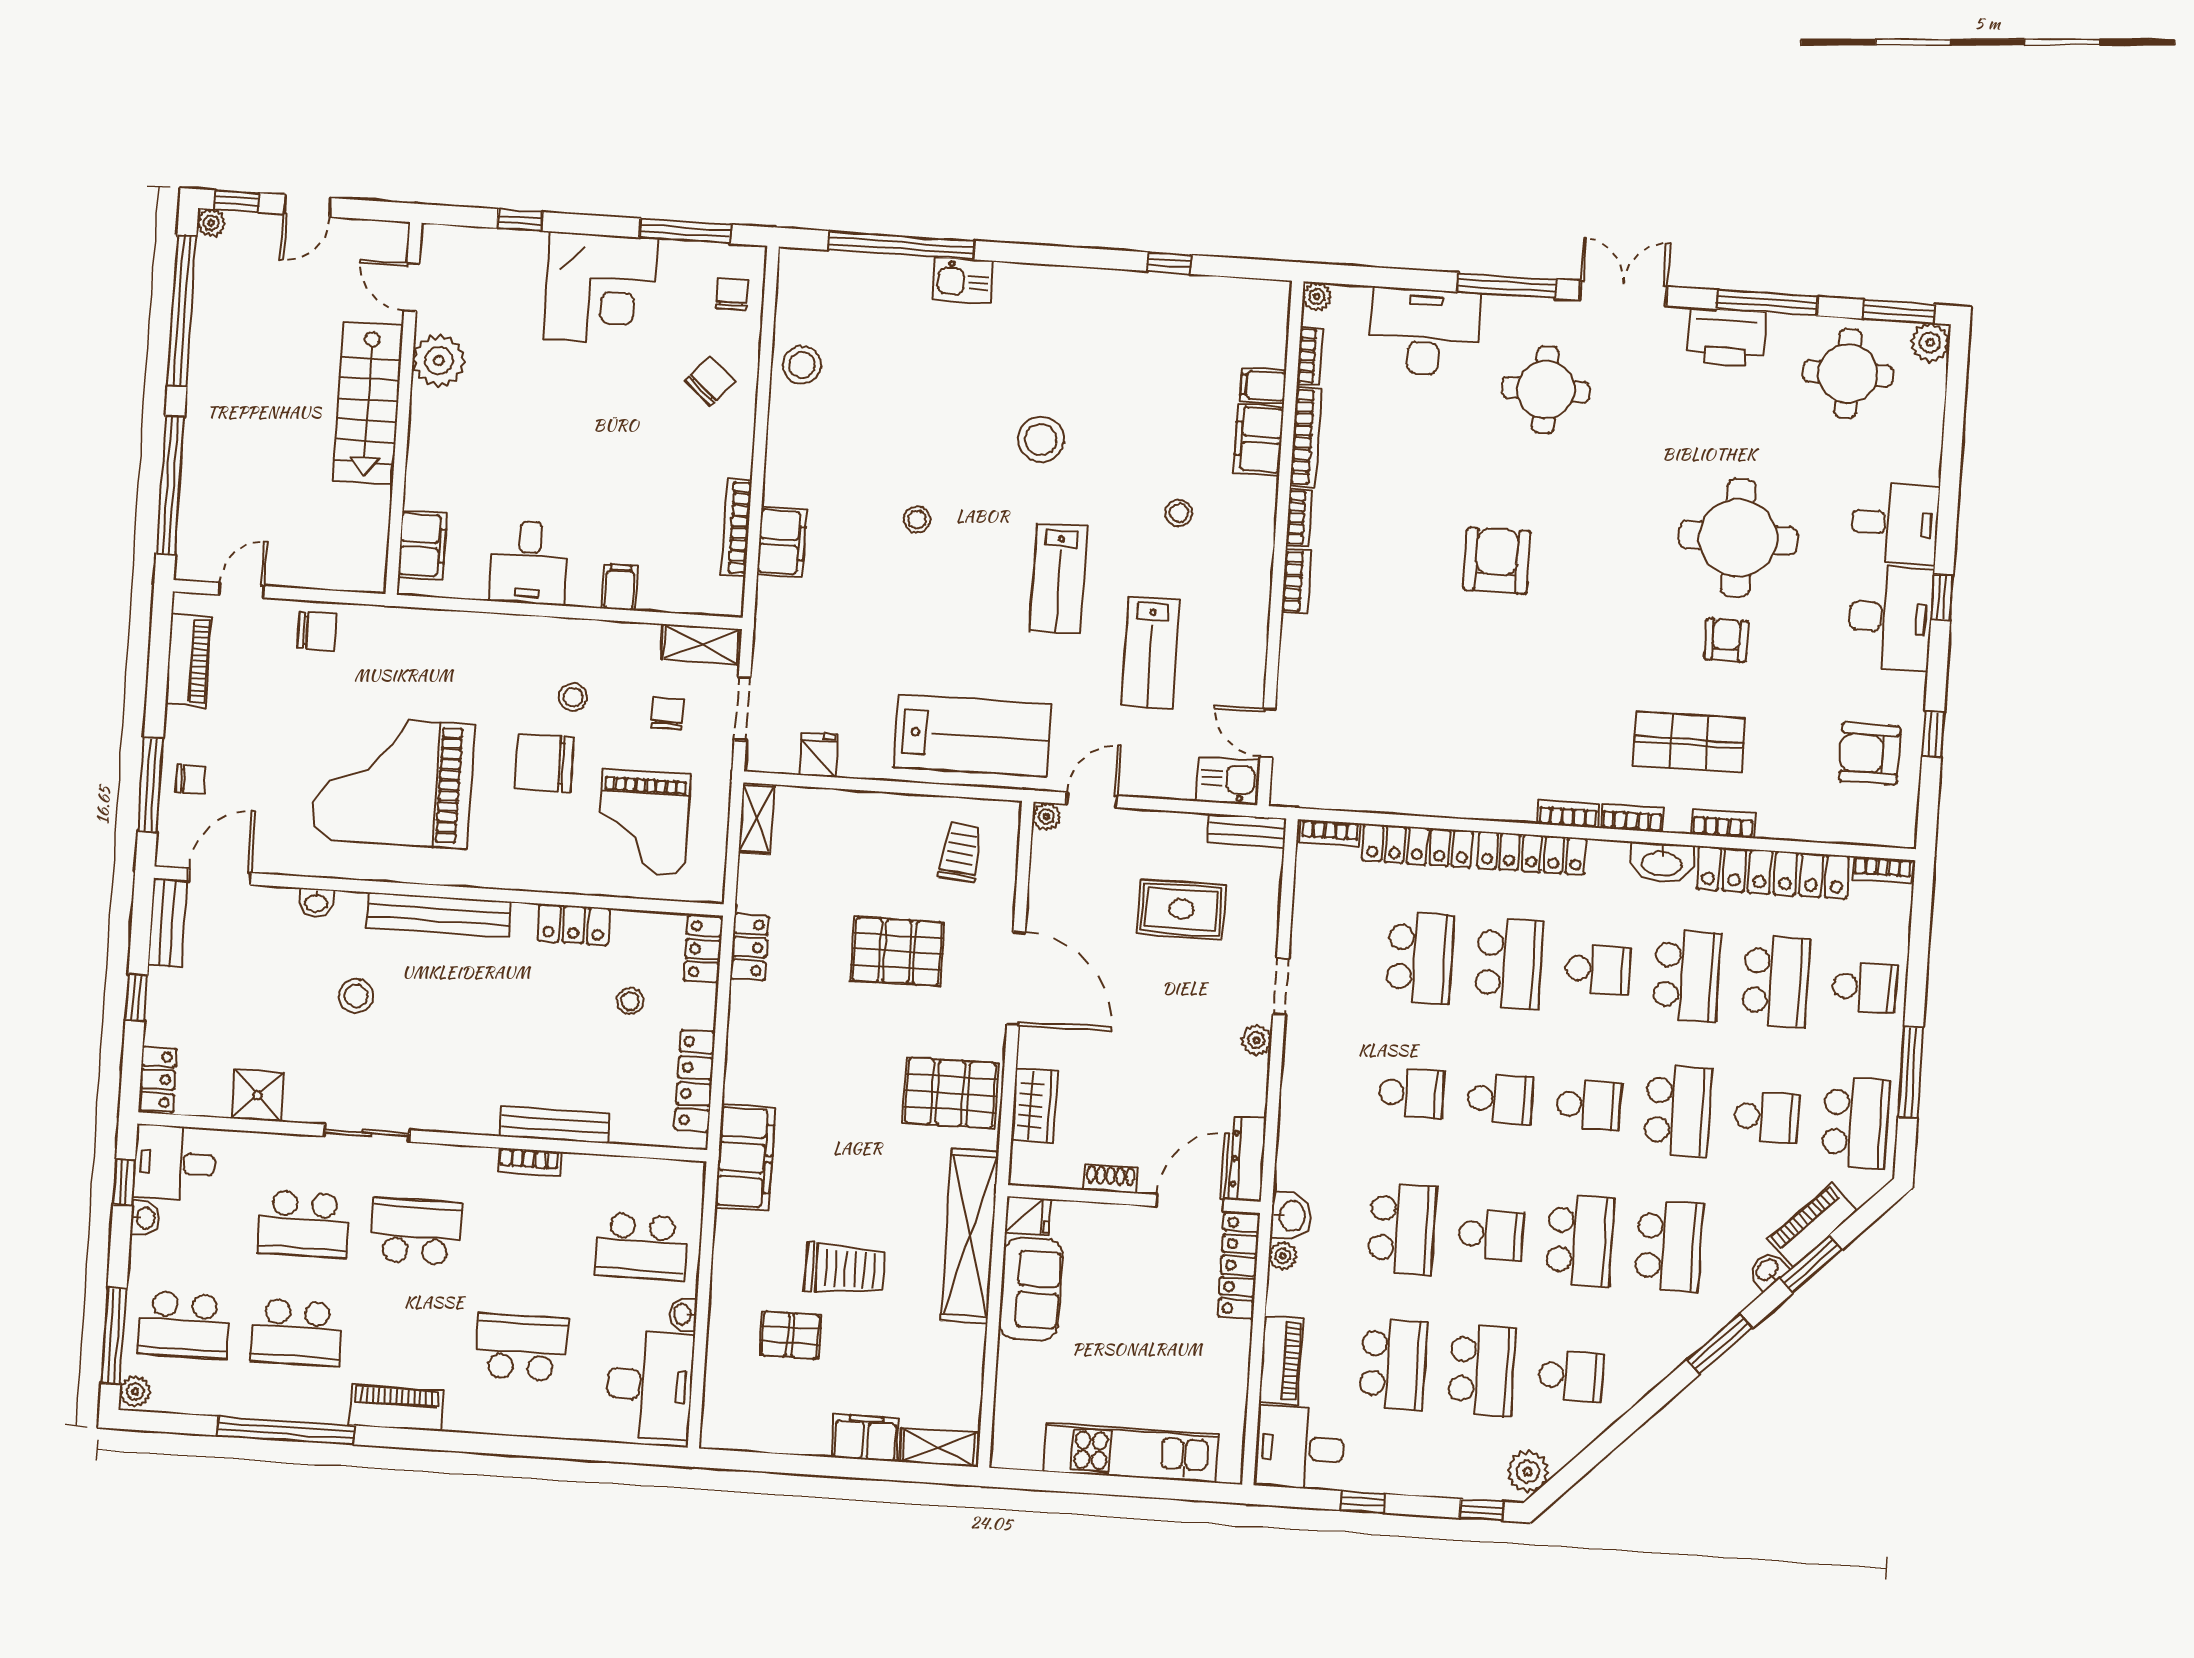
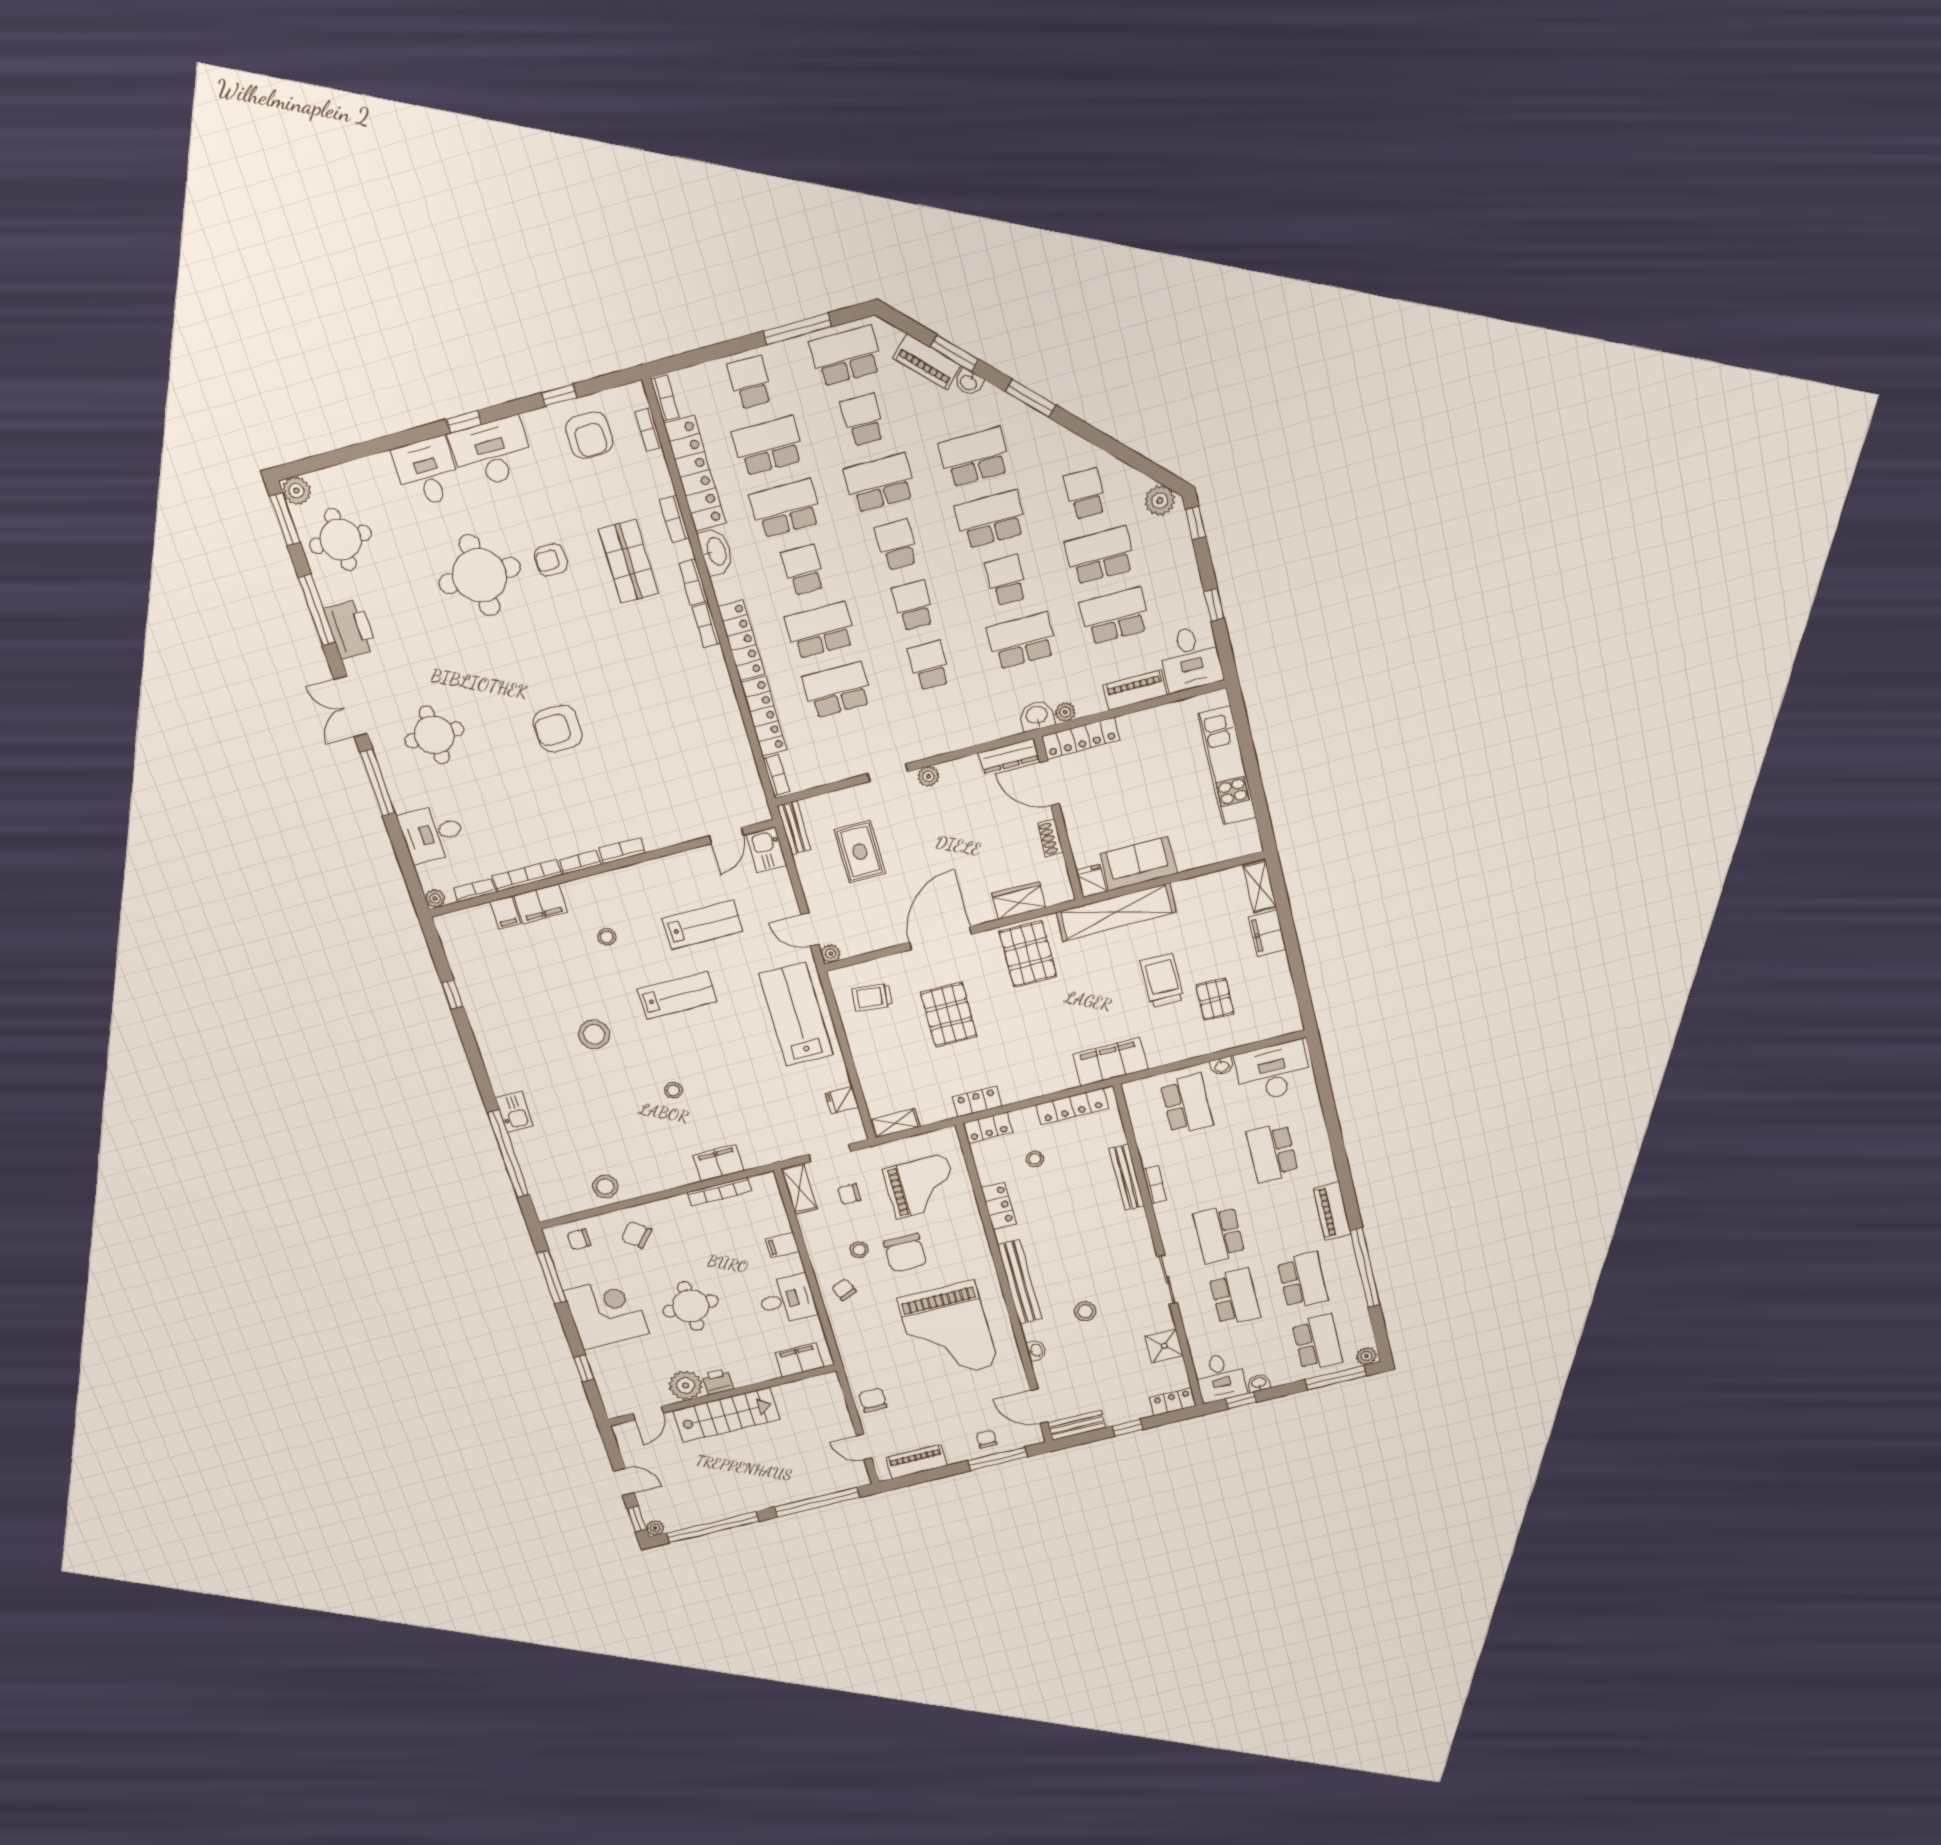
desk: (1425, 332) -> (432, 834), width x0.73
printer: (428, 411) -> (718, 1382), added
round table: (567, 417) -> (691, 1306), added
chair: (516, 652) -> (844, 1290), added
bookcase: (1850, 834) -> (649, 429), added

